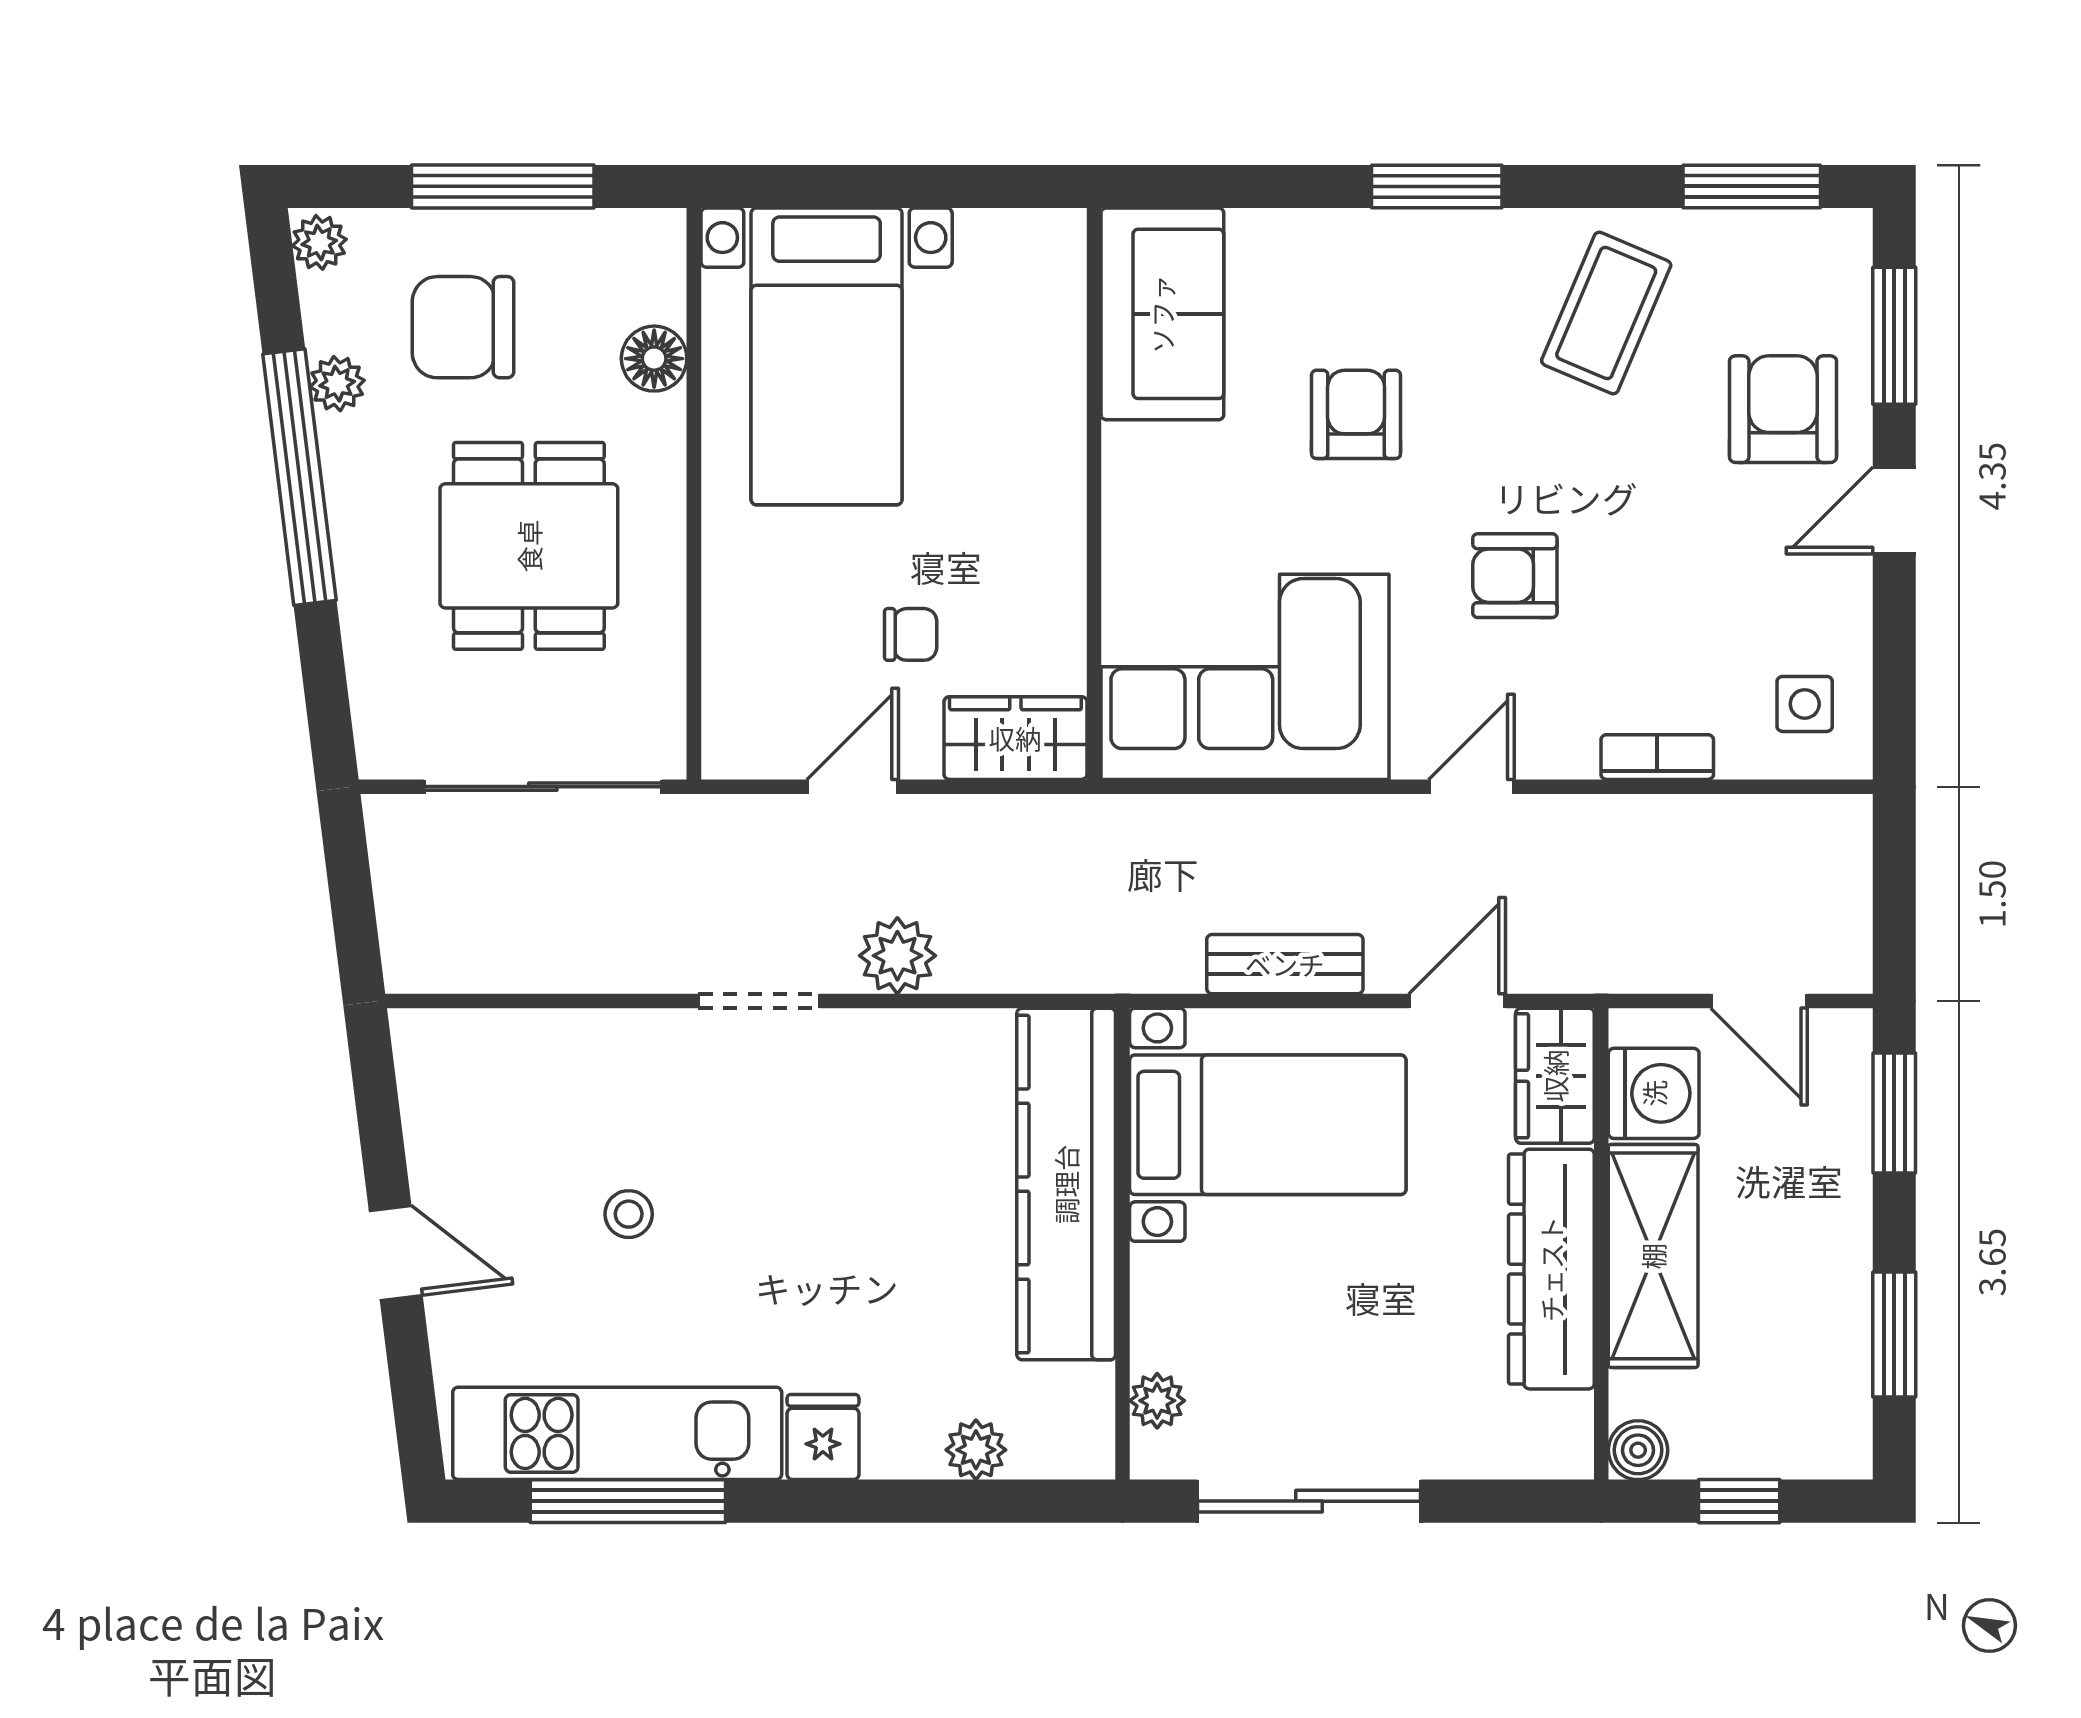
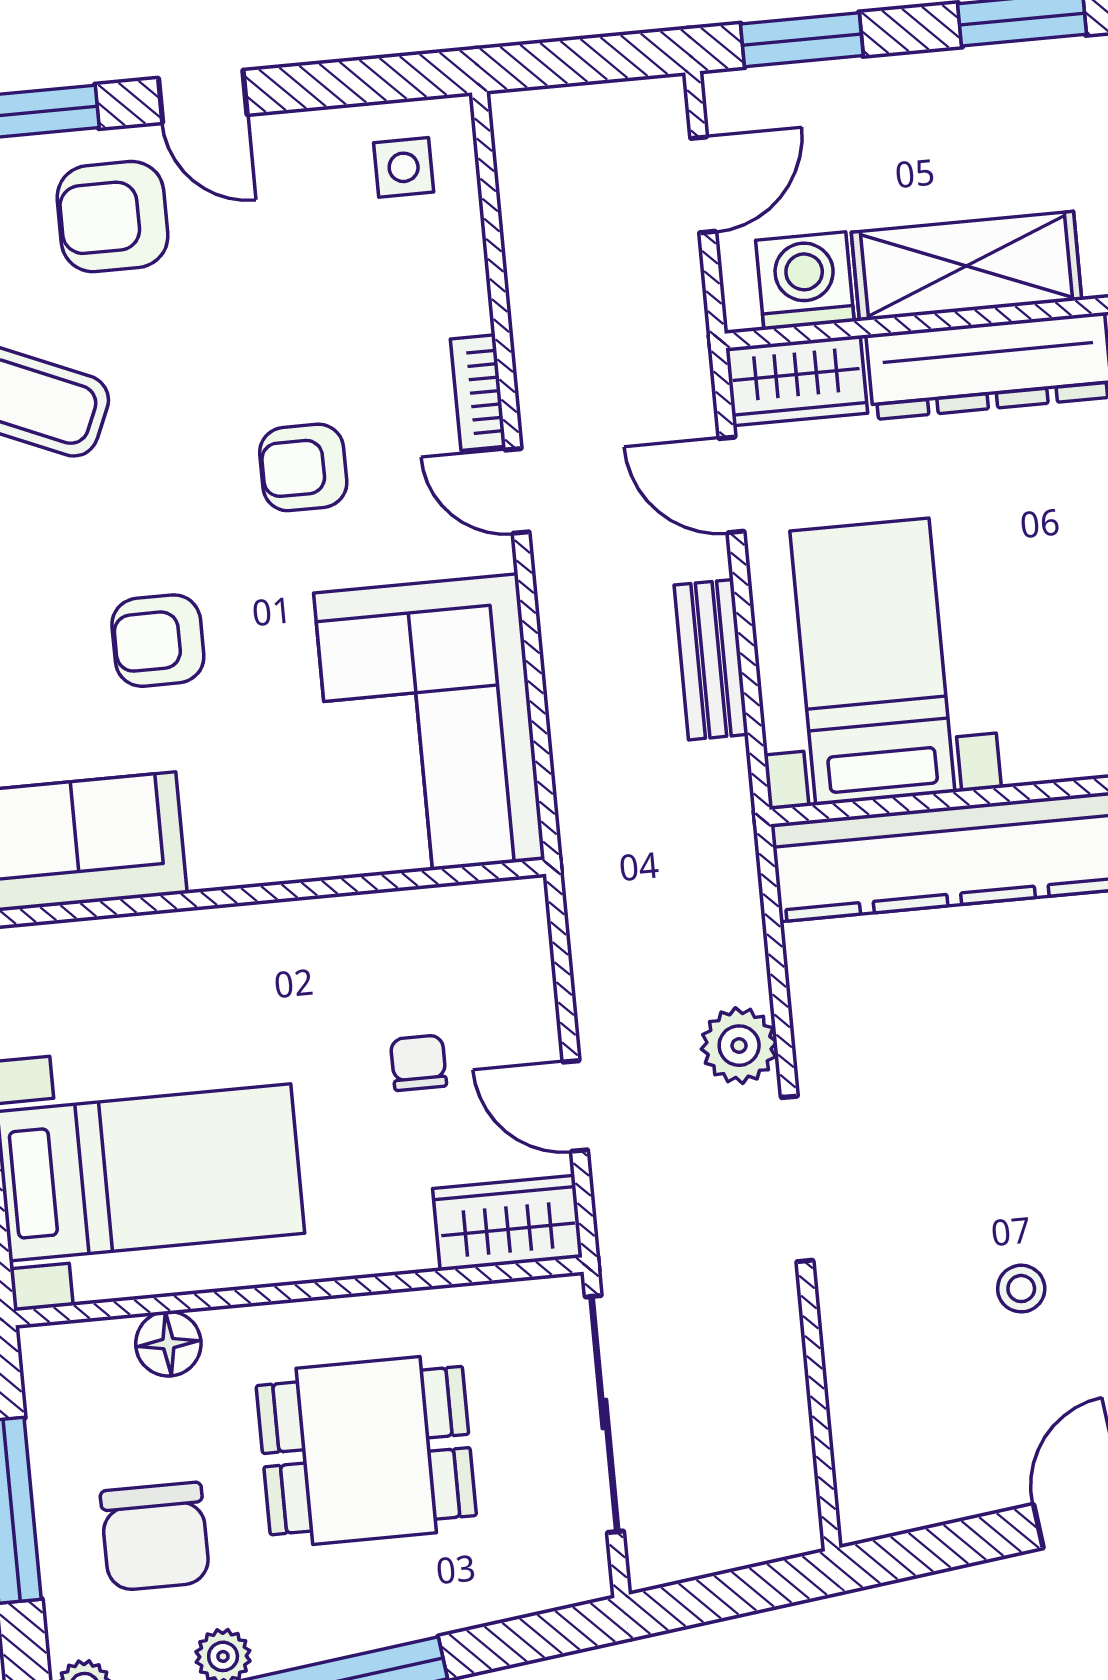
armchair: (1515, 576) -> (303, 467), turned 90
wardrobe: (1015, 738) -> (507, 1223), moved, turned 90
bookcase: (1657, 757) -> (478, 393), moved
doorway: (759, 1001) -> (797, 1179), width x1.38

